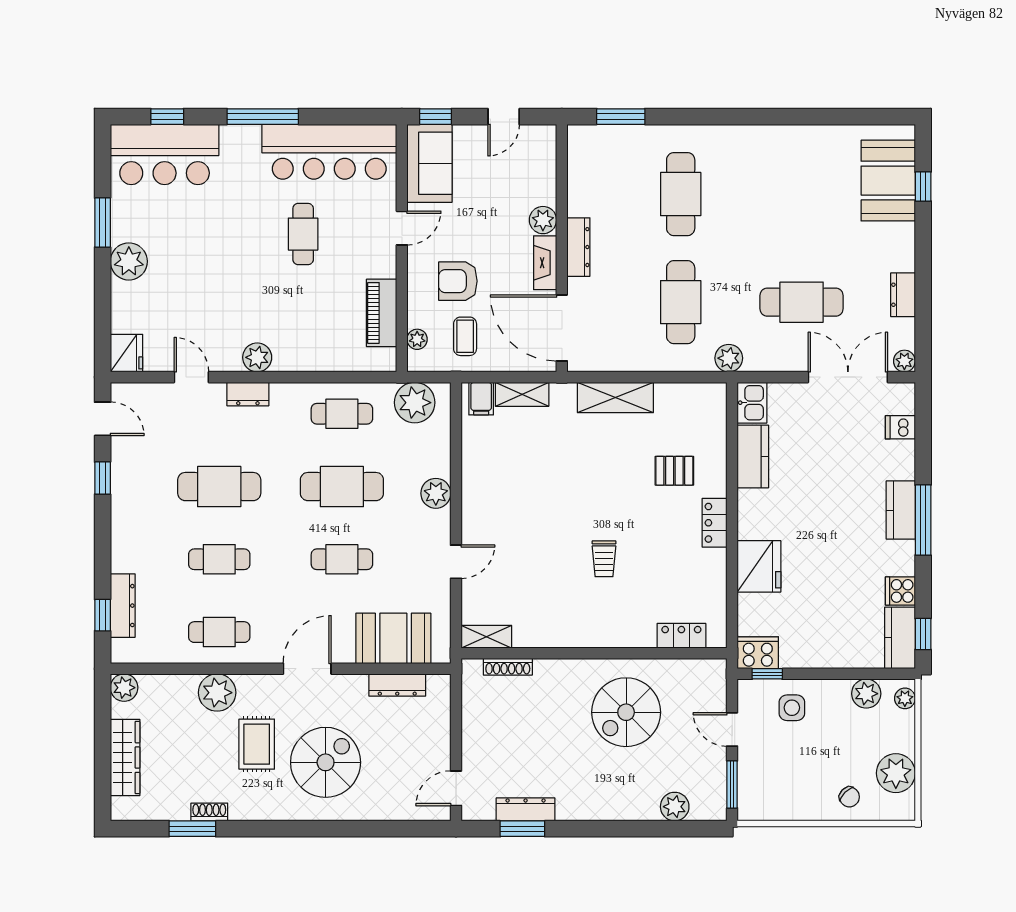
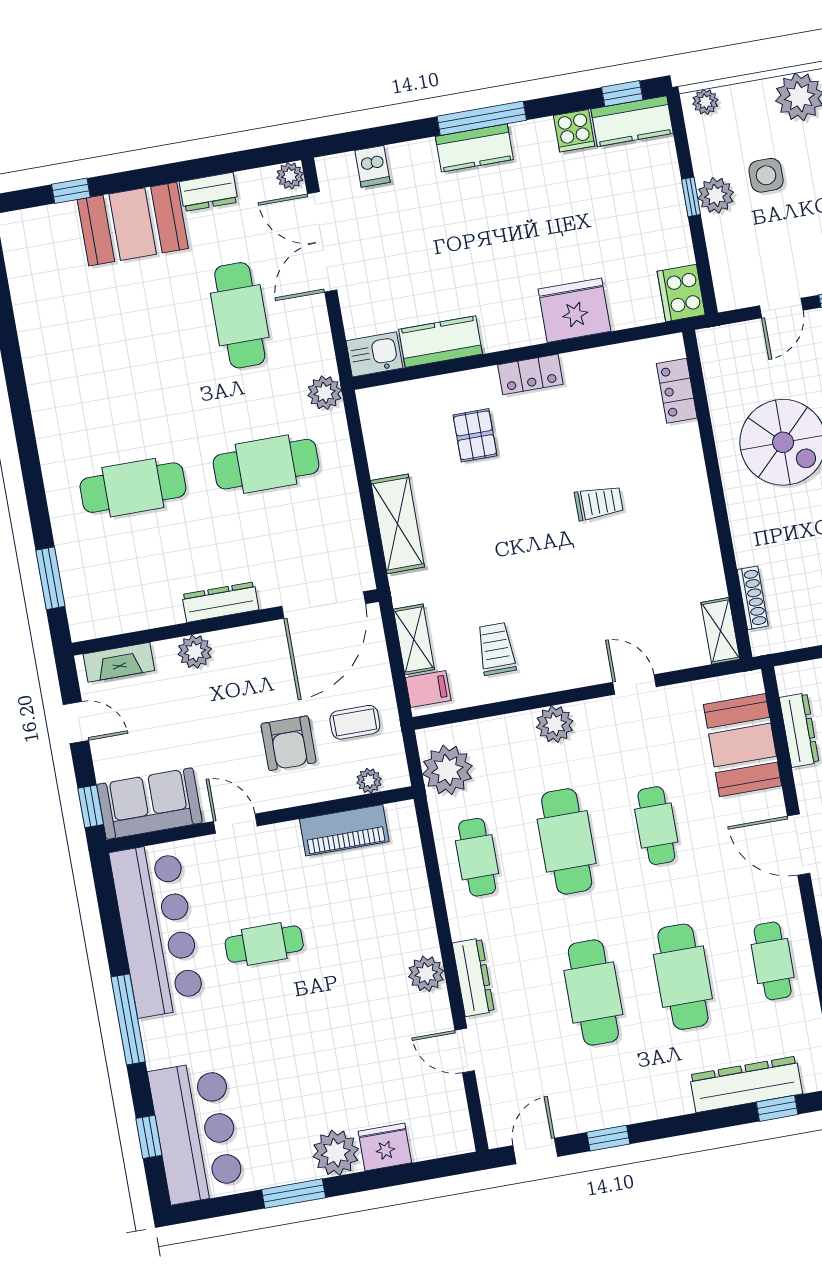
booth: (888, 181) -> (133, 224), moved
fireplace: (545, 263) -> (119, 662), moved
fridge: (126, 353) -> (385, 1147), moved
door: (191, 377) -> (465, 1051), hinge flipped
dresser: (248, 394) -> (473, 977), width x1.44
trolley: (503, 458) -> (496, 649), added
cafe table: (219, 559) -> (683, 977), width x1.37, depth x1.35
dresser: (123, 606) -> (746, 1084), width x1.37, depth x1.24
window: (767, 674) -> (691, 197), moved
plant: (866, 694) -> (716, 195), moved
side table: (792, 708) -> (766, 175), moved

